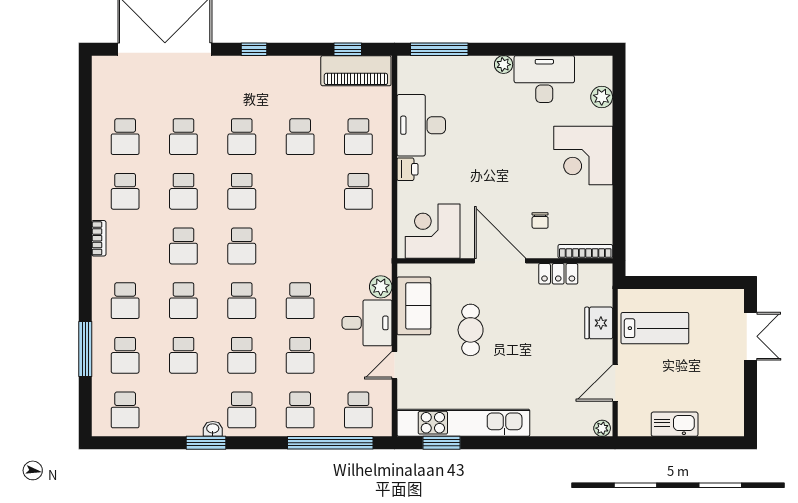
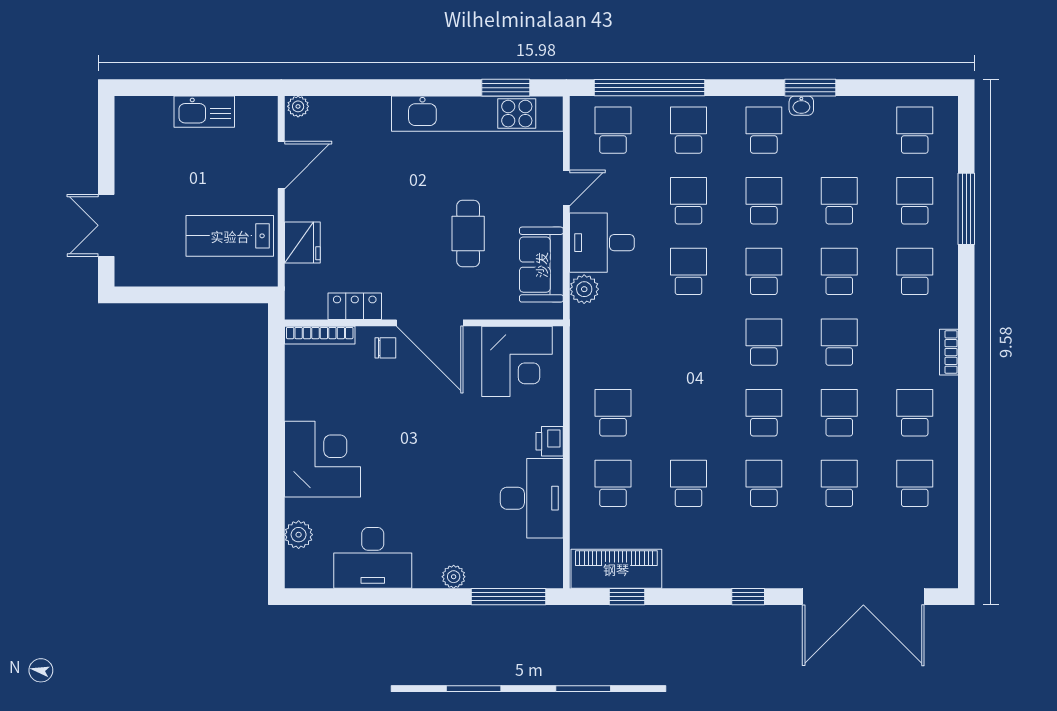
plant: (504, 65) -> (454, 577), moved
chair: (540, 220) -> (385, 348), moved, turned 90

